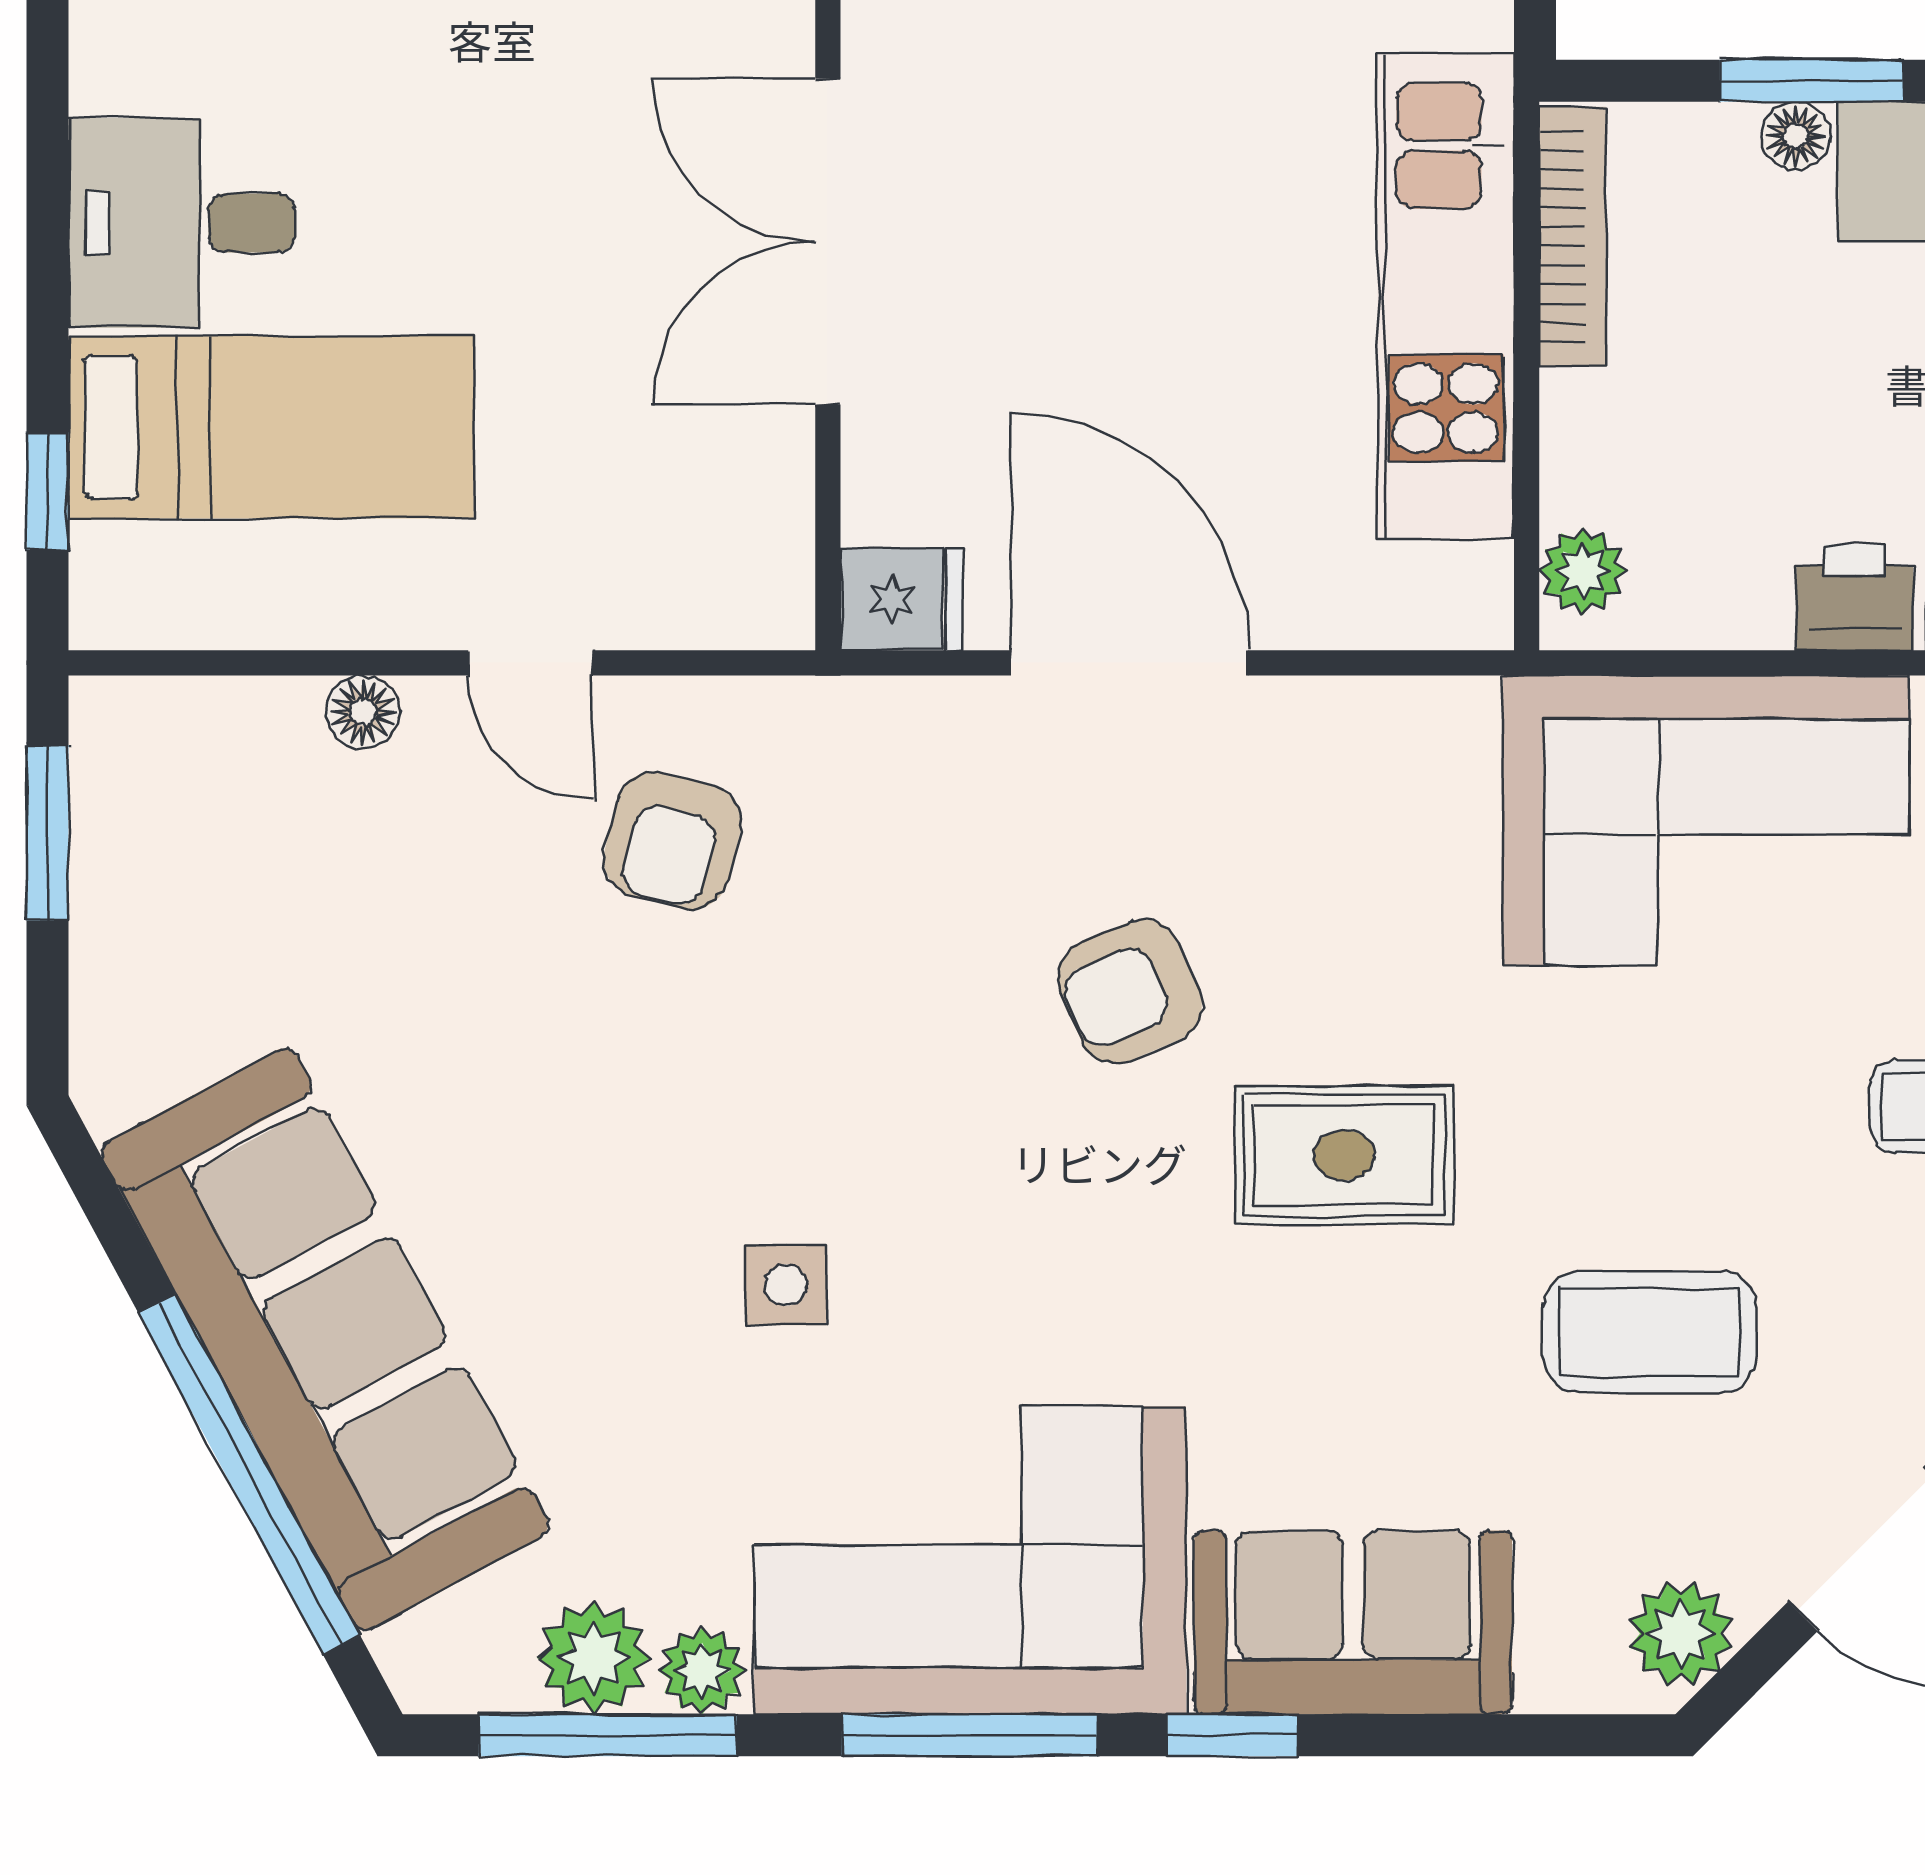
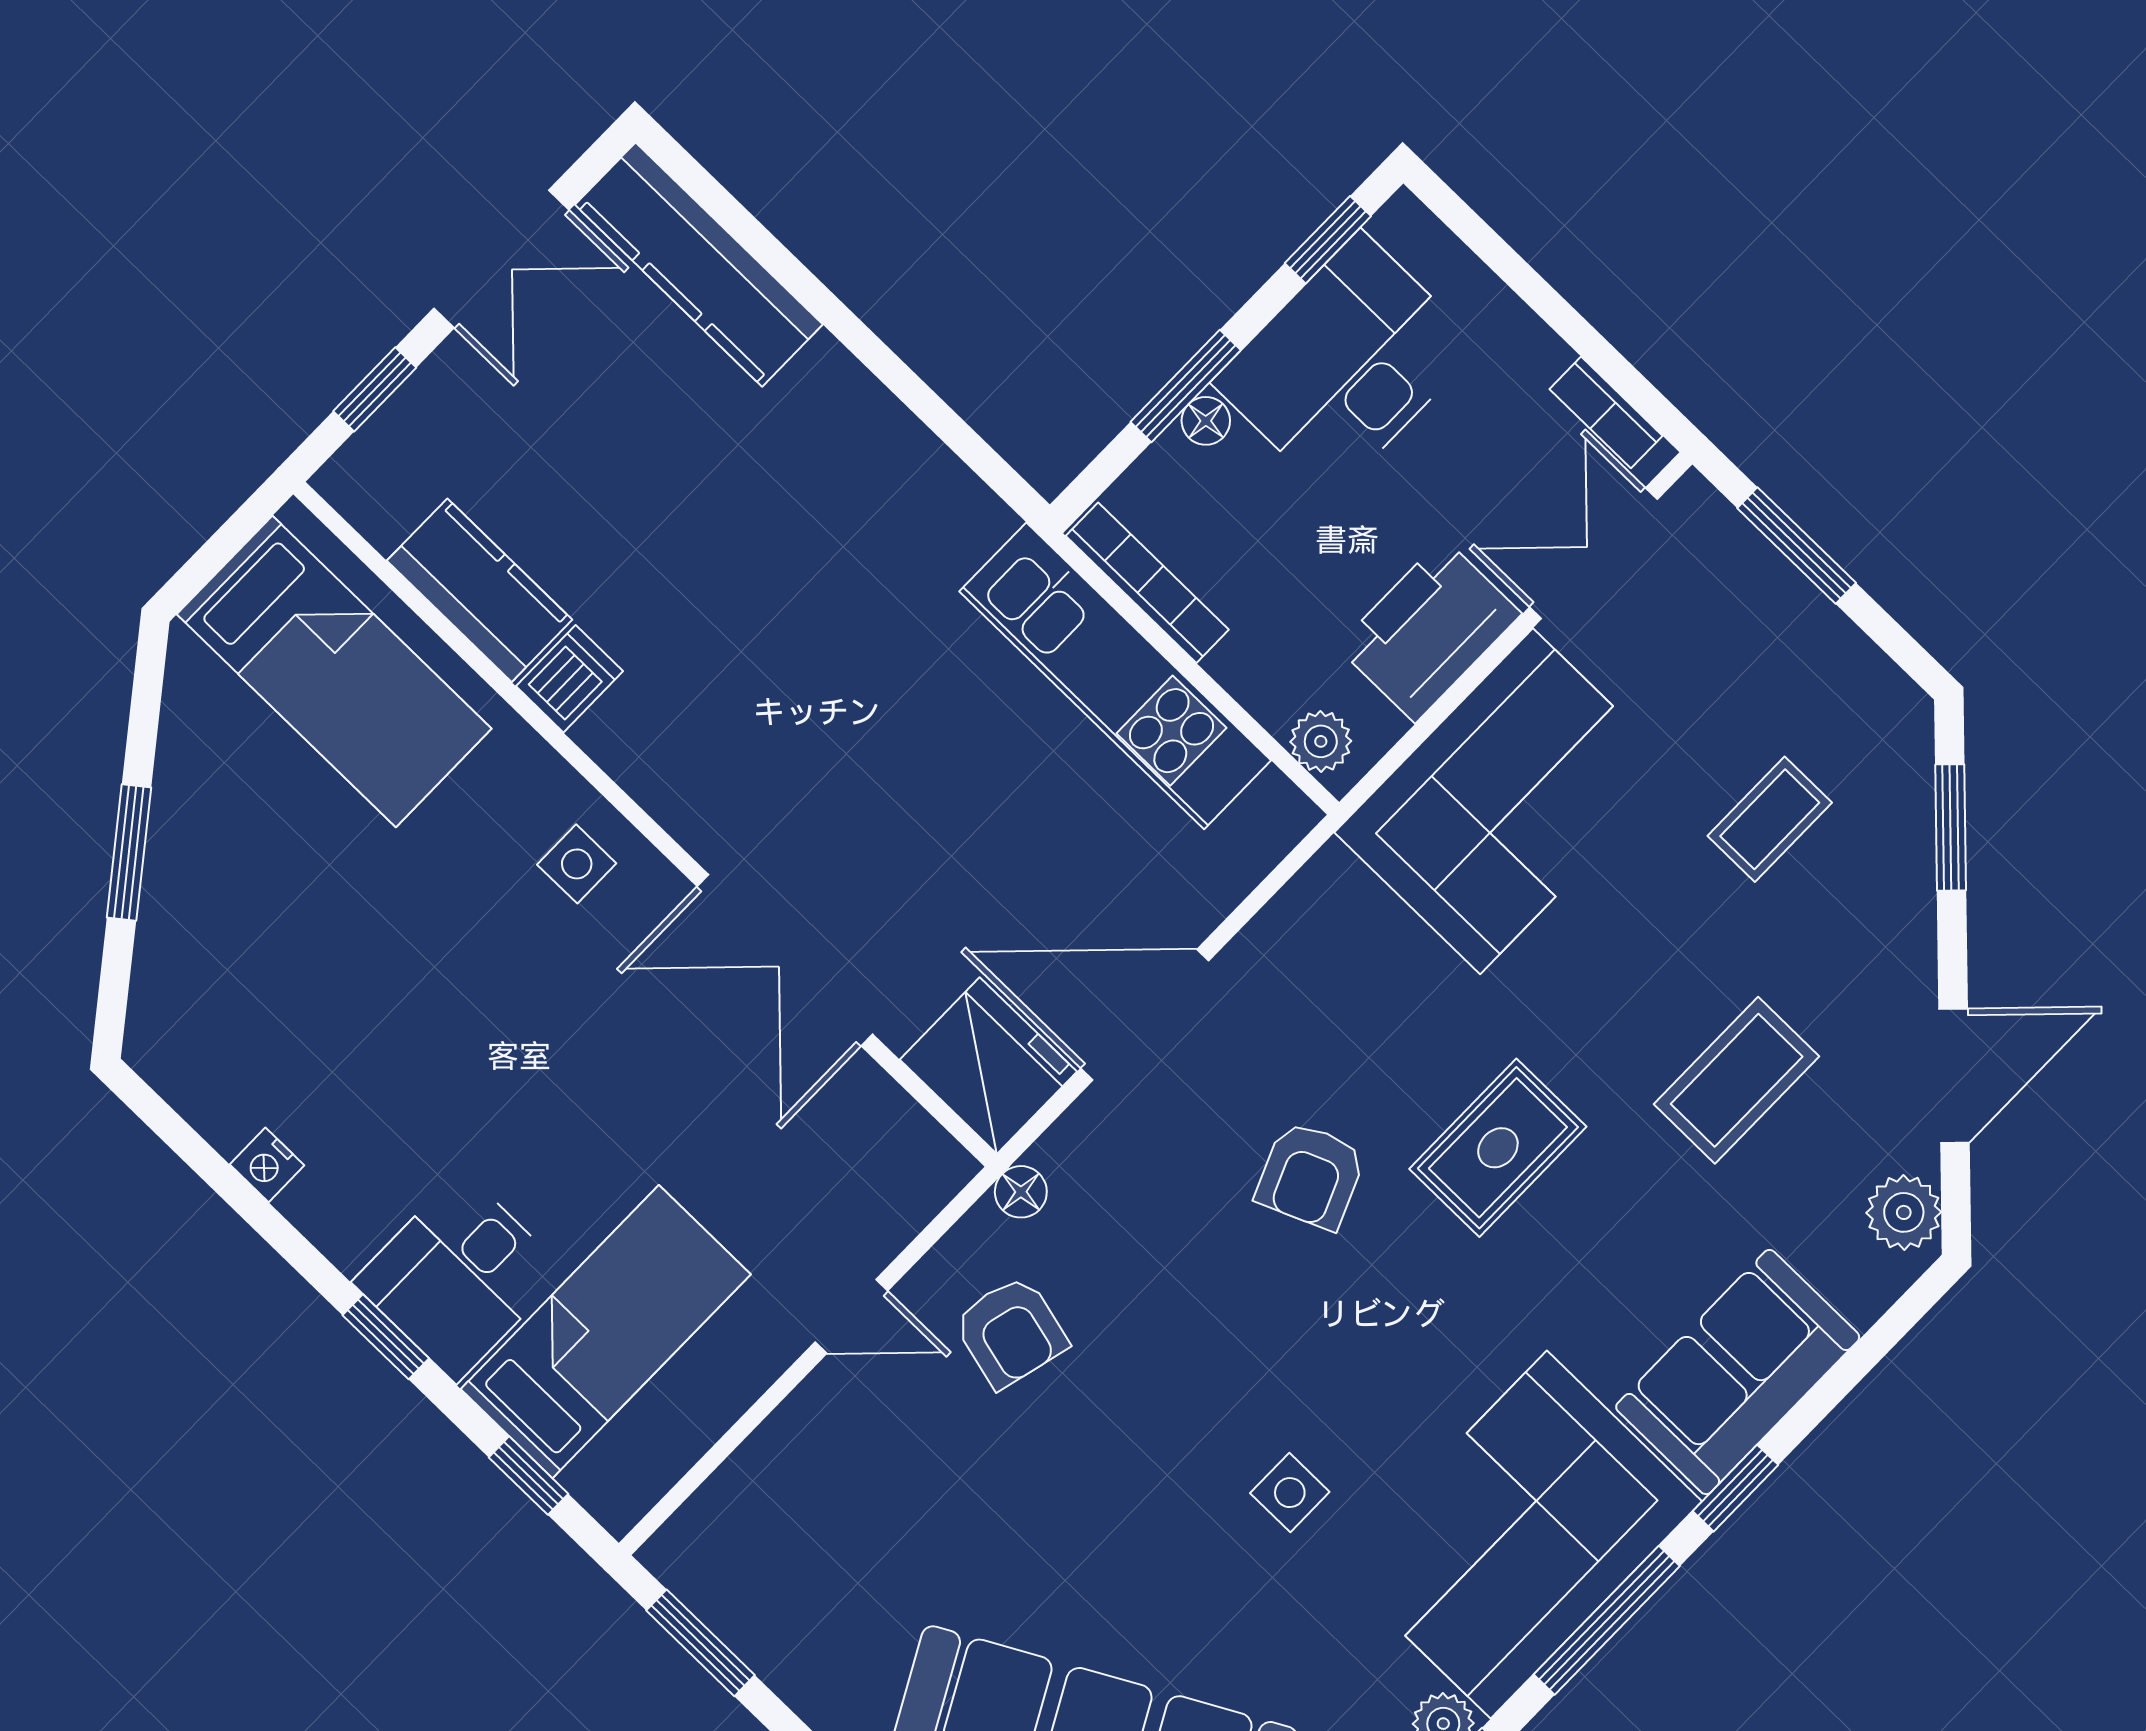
window: (48, 208) -> (386, 1337), added
printer: (1855, 597) -> (1429, 630), width x1.87, depth x1.48
fridge: (901, 599) -> (988, 1066), width x1.88, depth x1.34
floor lamp: (363, 712) -> (1021, 1192), moved

